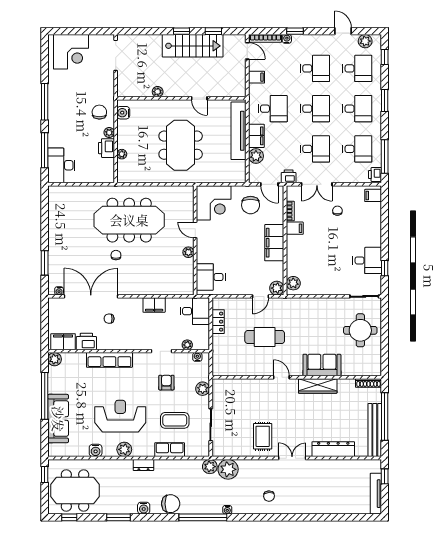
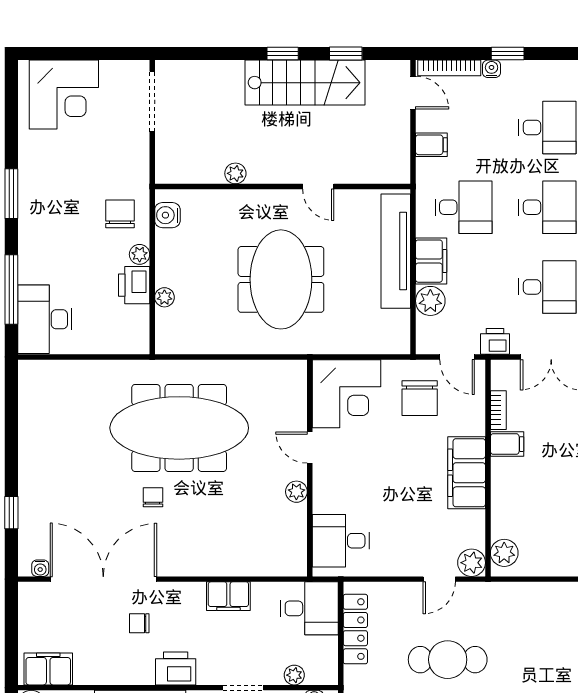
window: (45, 102) -> (11, 194), width x0.69
window: (45, 263) -> (11, 513), width x0.67
locker: (218, 322) -> (355, 629), width x1.53
printer: (86, 341) -> (176, 668), moved

